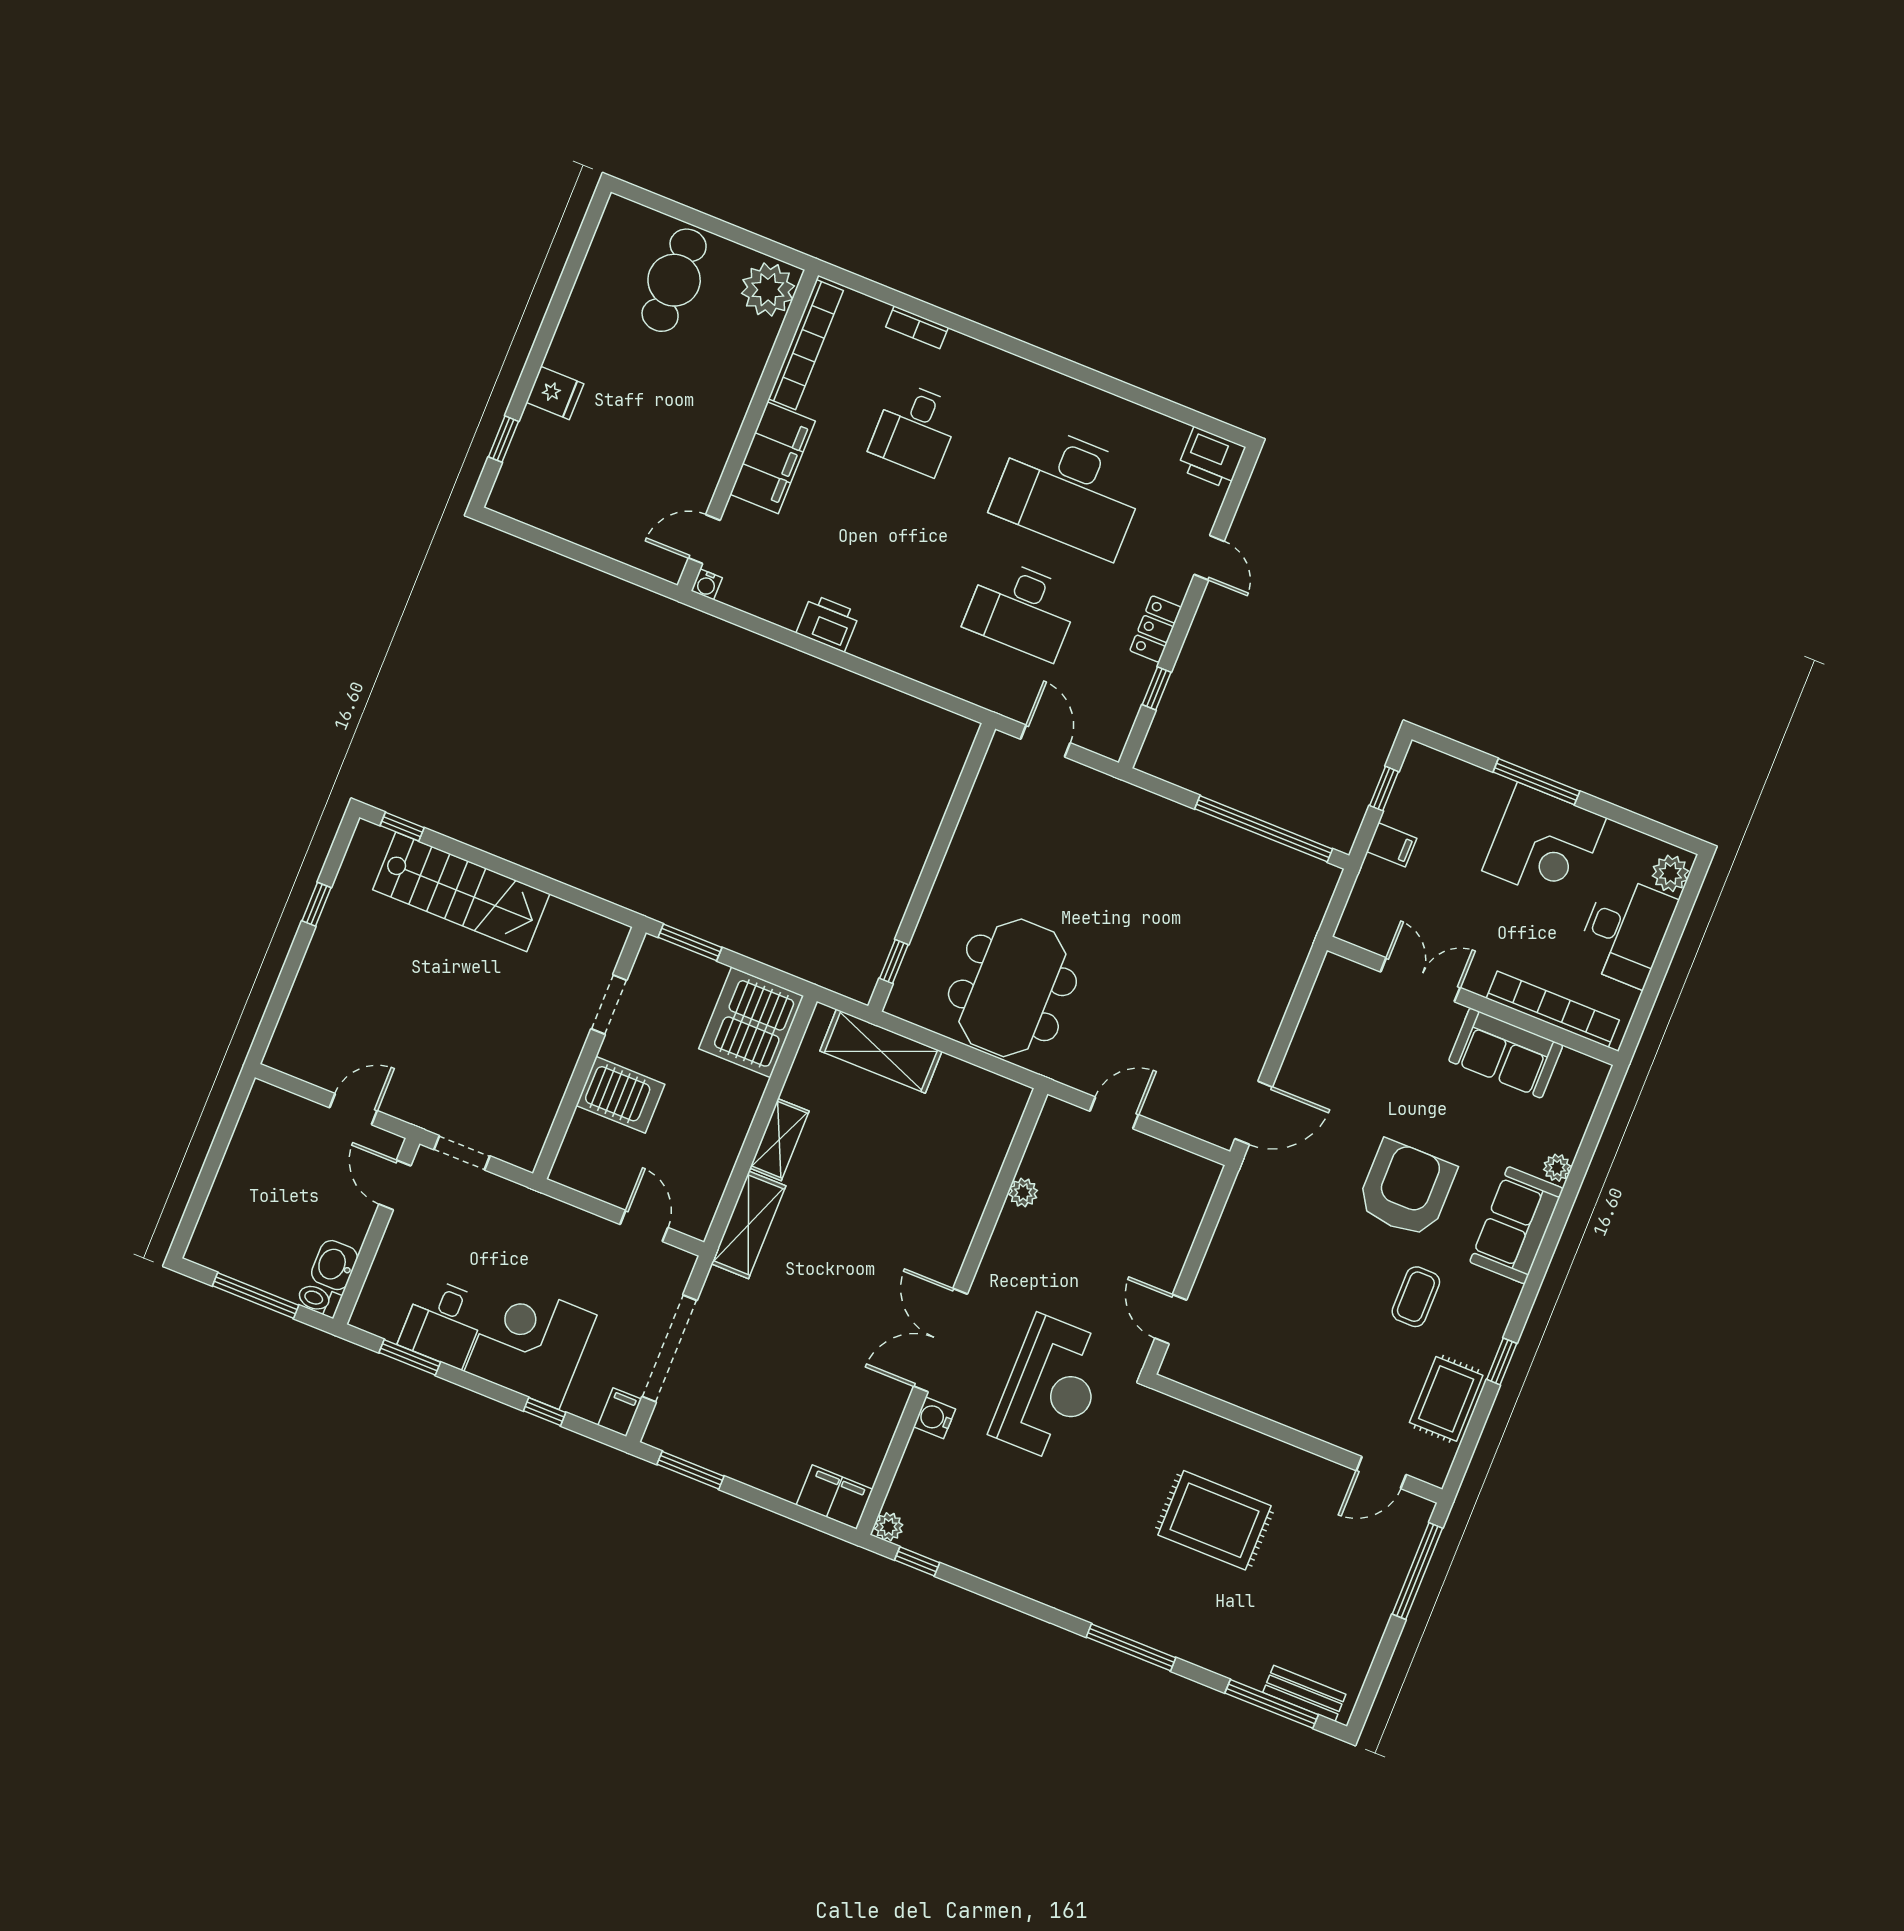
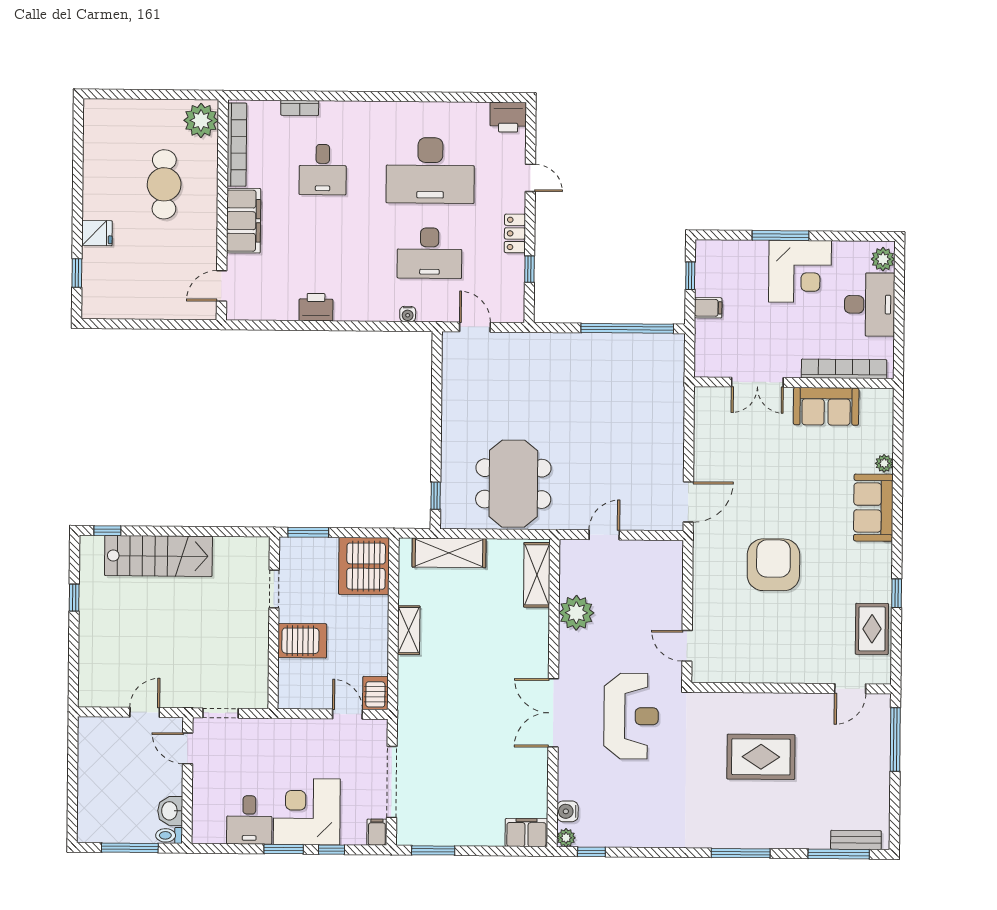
cafe table: (674, 280) -> (164, 184), moved
water cooler: (707, 584) -> (408, 314), moved
double door: (1420, 980) -> (757, 382), swing flipped
armchair: (1406, 1189) -> (773, 565), moved
plant: (1023, 1193) -> (576, 613), width x1.88, depth x1.88
server rack: (696, 1211) -> (375, 693), added
shelving: (748, 1225) -> (537, 575), moved
coffee table: (1416, 1297) -> (829, 574), removed
window: (410, 1357) -> (284, 849), moved
water cooler: (934, 1418) -> (567, 811), moved

